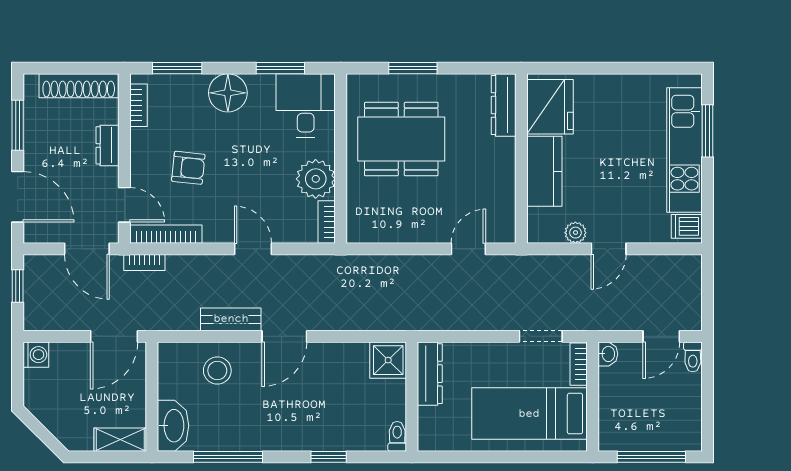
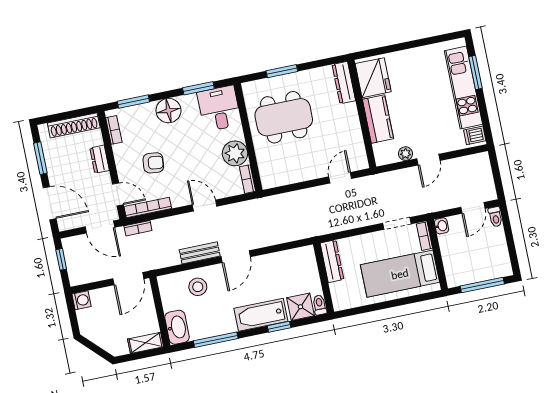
shower: (388, 360) -> (300, 307), moved
bathtub: (305, 433) -> (261, 315), added

